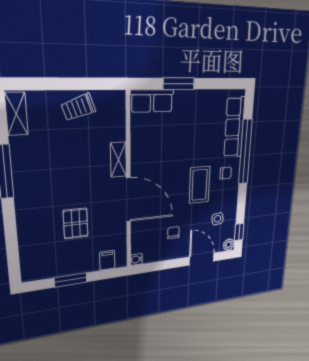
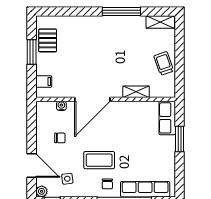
shelving: (118, 160) -> (136, 92), moved
pallet: (76, 223) -> (48, 40), moved, turned 90
water cooler: (136, 259) -> (61, 106), moved
door: (202, 259) -> (32, 166), hinge flipped

